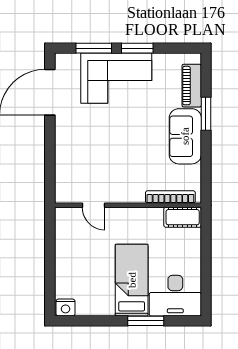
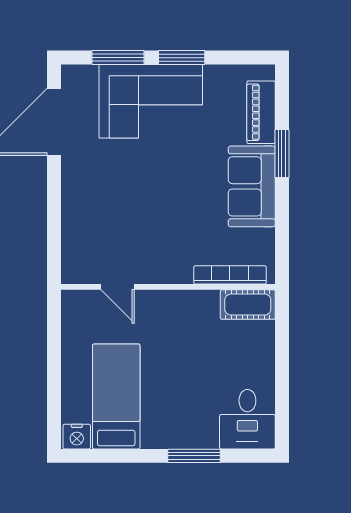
bed: (132, 280) -> (116, 396), moved
desk: (175, 296) -> (247, 419), width x0.73

